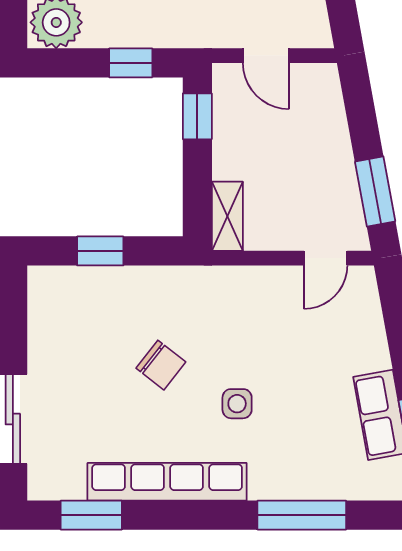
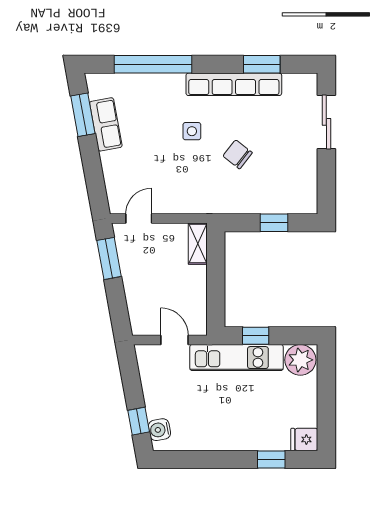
kitchen unit: (163, 26) -> (236, 358), added
window: (197, 116) -> (216, 304), removed
window: (91, 515) -> (262, 64), moved
window: (302, 515) -> (153, 64), width x1.46

